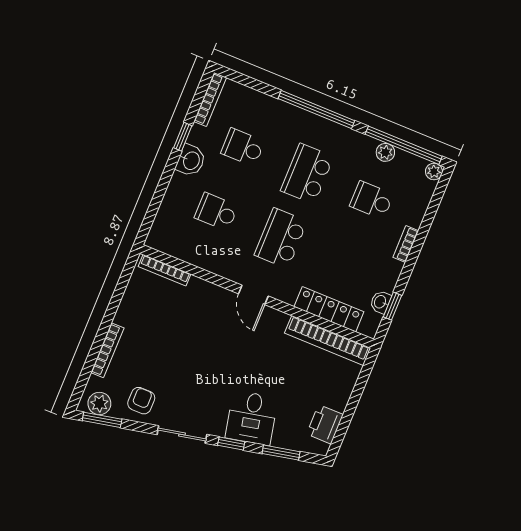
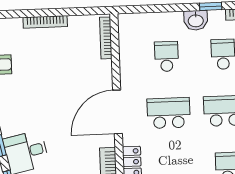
door: (253, 295) -> (117, 112), width x1.87
bookcase: (107, 350) -> (45, 22), moved

